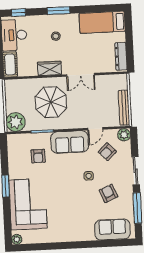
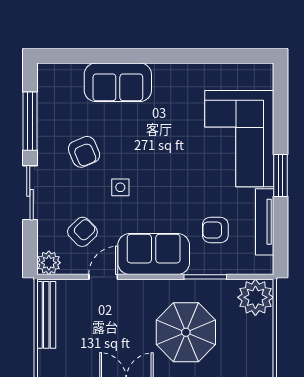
armchair: (38, 156) -> (215, 230), turned -90
tv unit: (13, 162) -> (265, 222), added
sofa: (112, 229) -> (118, 82), moved
plant: (17, 239) -> (264, 72), removed

